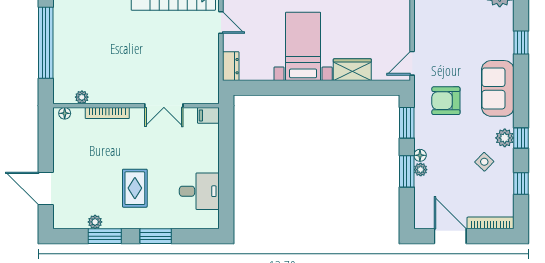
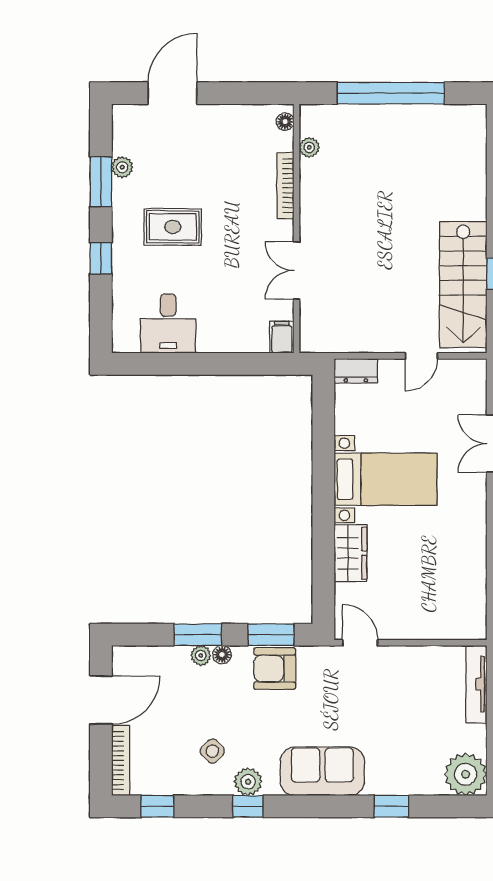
armchair: (446, 101) -> (275, 669), moved, turned -90
window: (521, 184) -> (157, 806), moved
window: (156, 236) -> (101, 258), width x0.67

